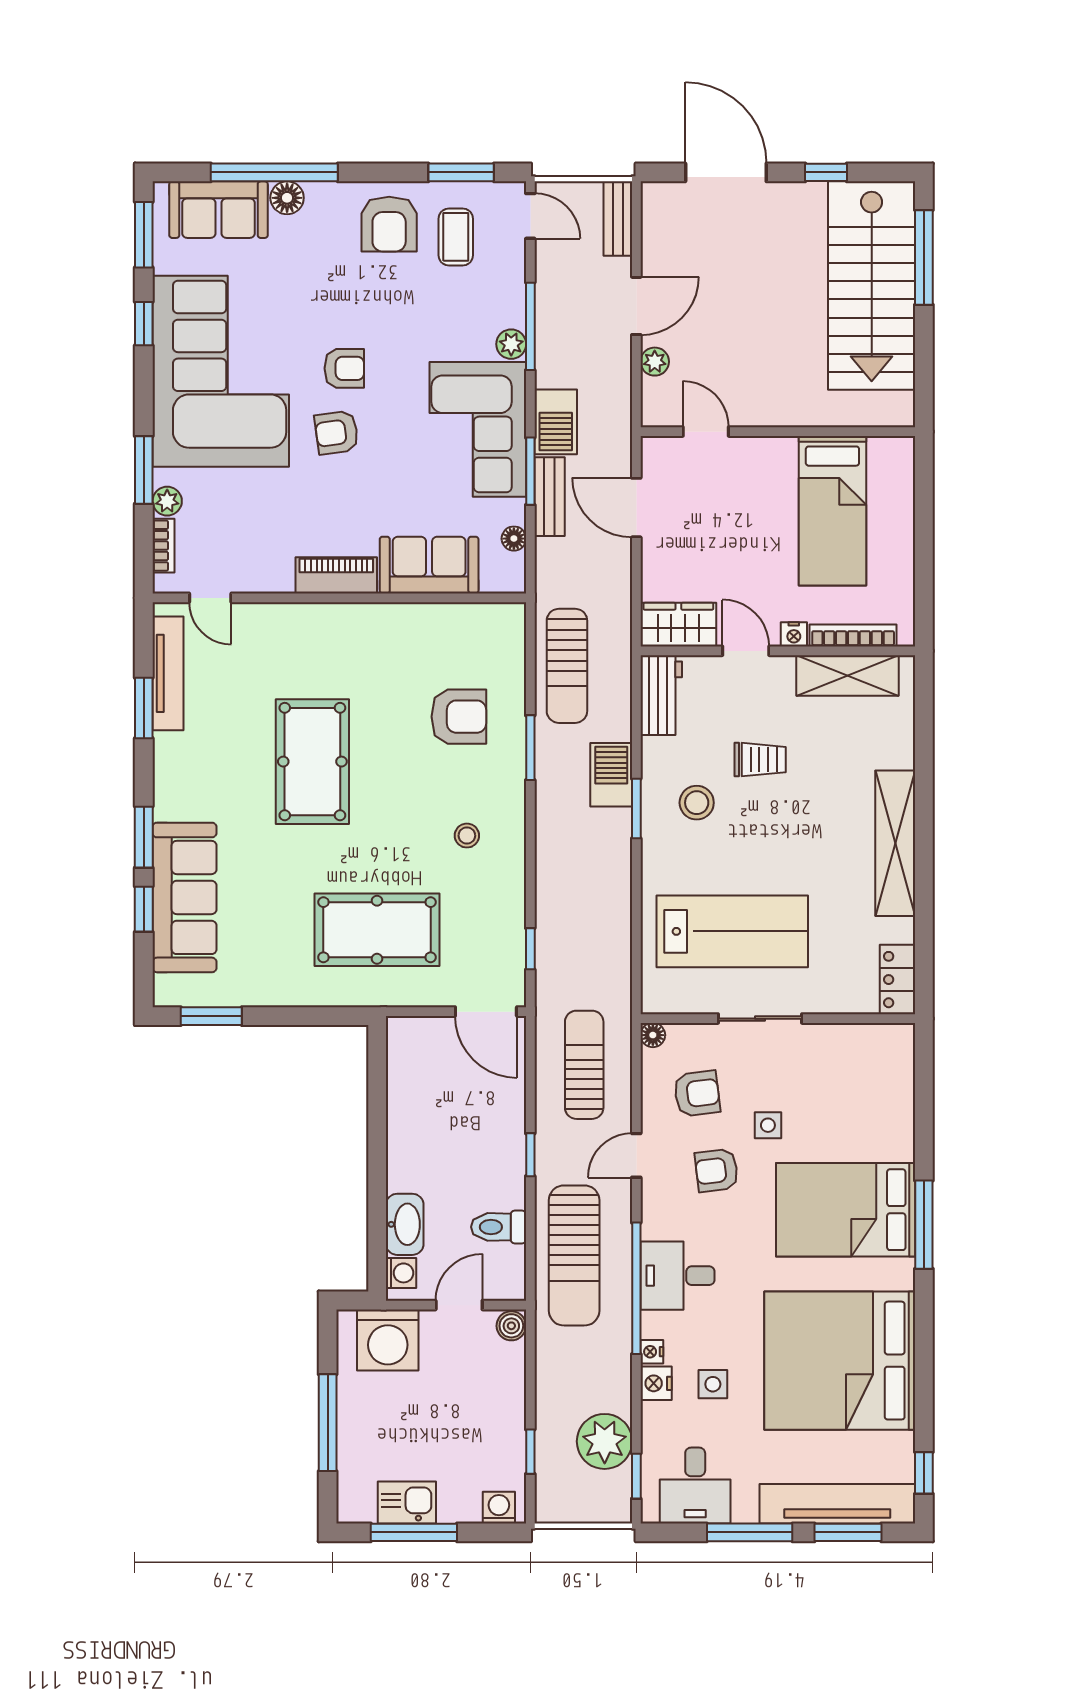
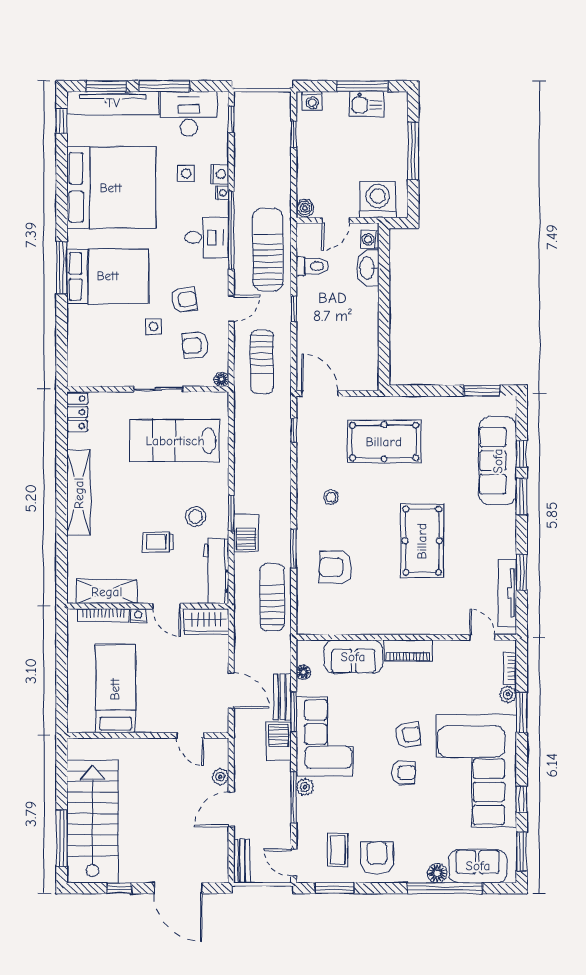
armchair: (344, 368) -> (403, 773), turned 180
workbench: (661, 695) -> (216, 571), width x1.38
plant: (605, 1441) -> (250, 140), removed
desk: (695, 1485) -> (189, 114), width x1.37

